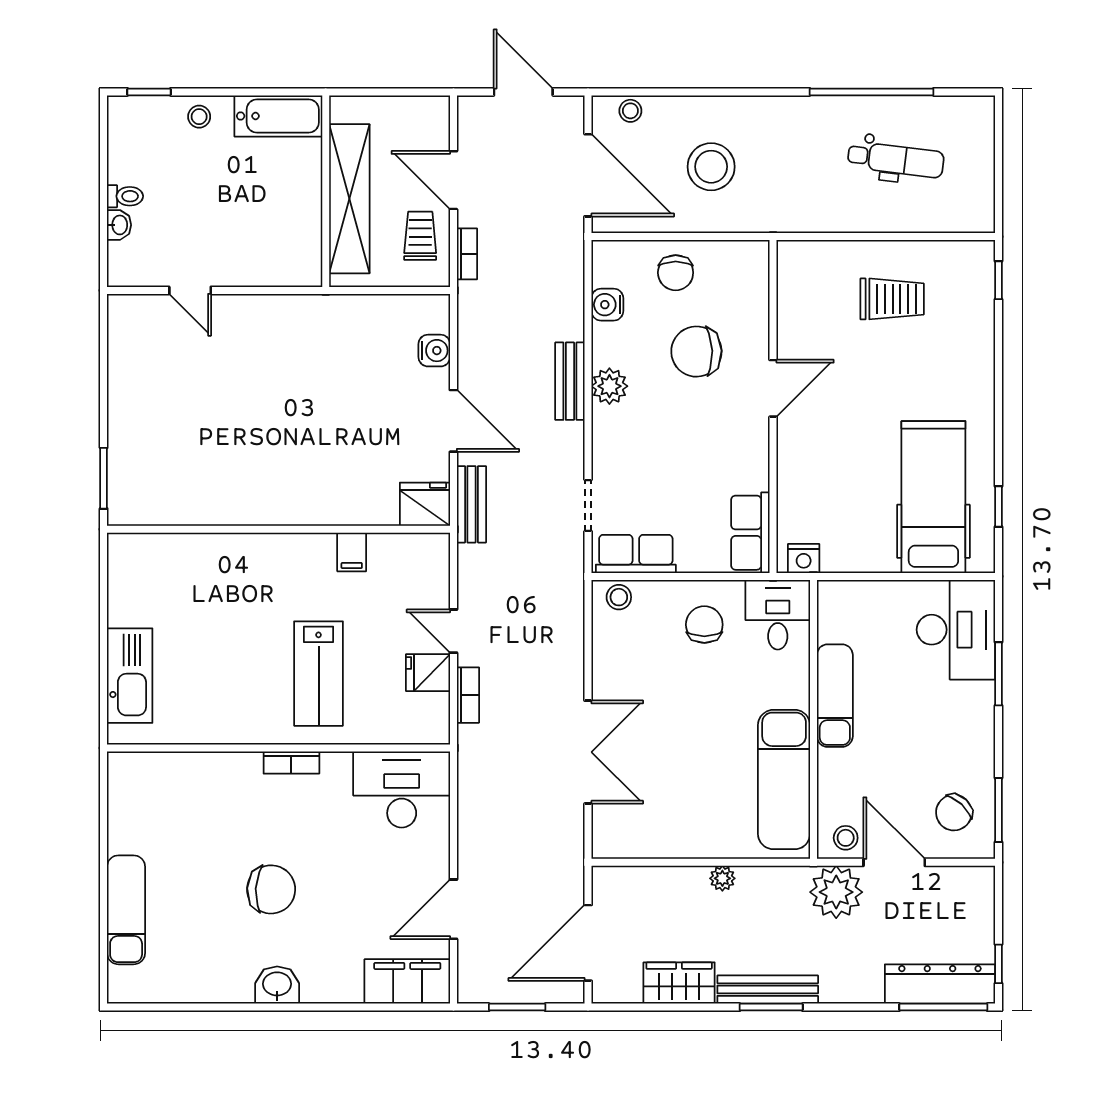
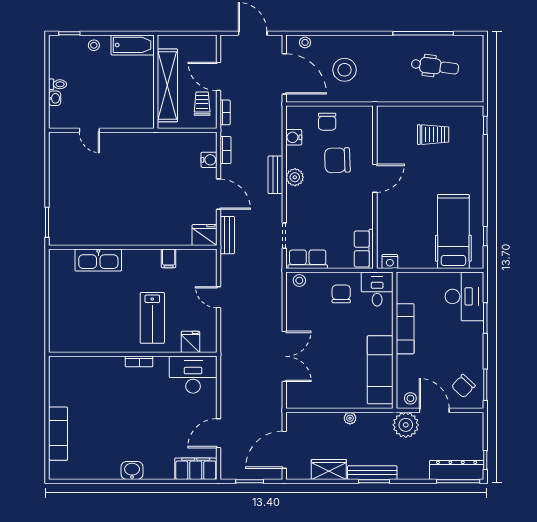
fridge: (428, 673) -> (191, 342), moved, turned 90
kitchen sink: (130, 676) -> (98, 260), moved, turned 90
bookcase: (468, 695) -> (225, 150), moved
chair: (271, 889) -> (129, 424), removed

